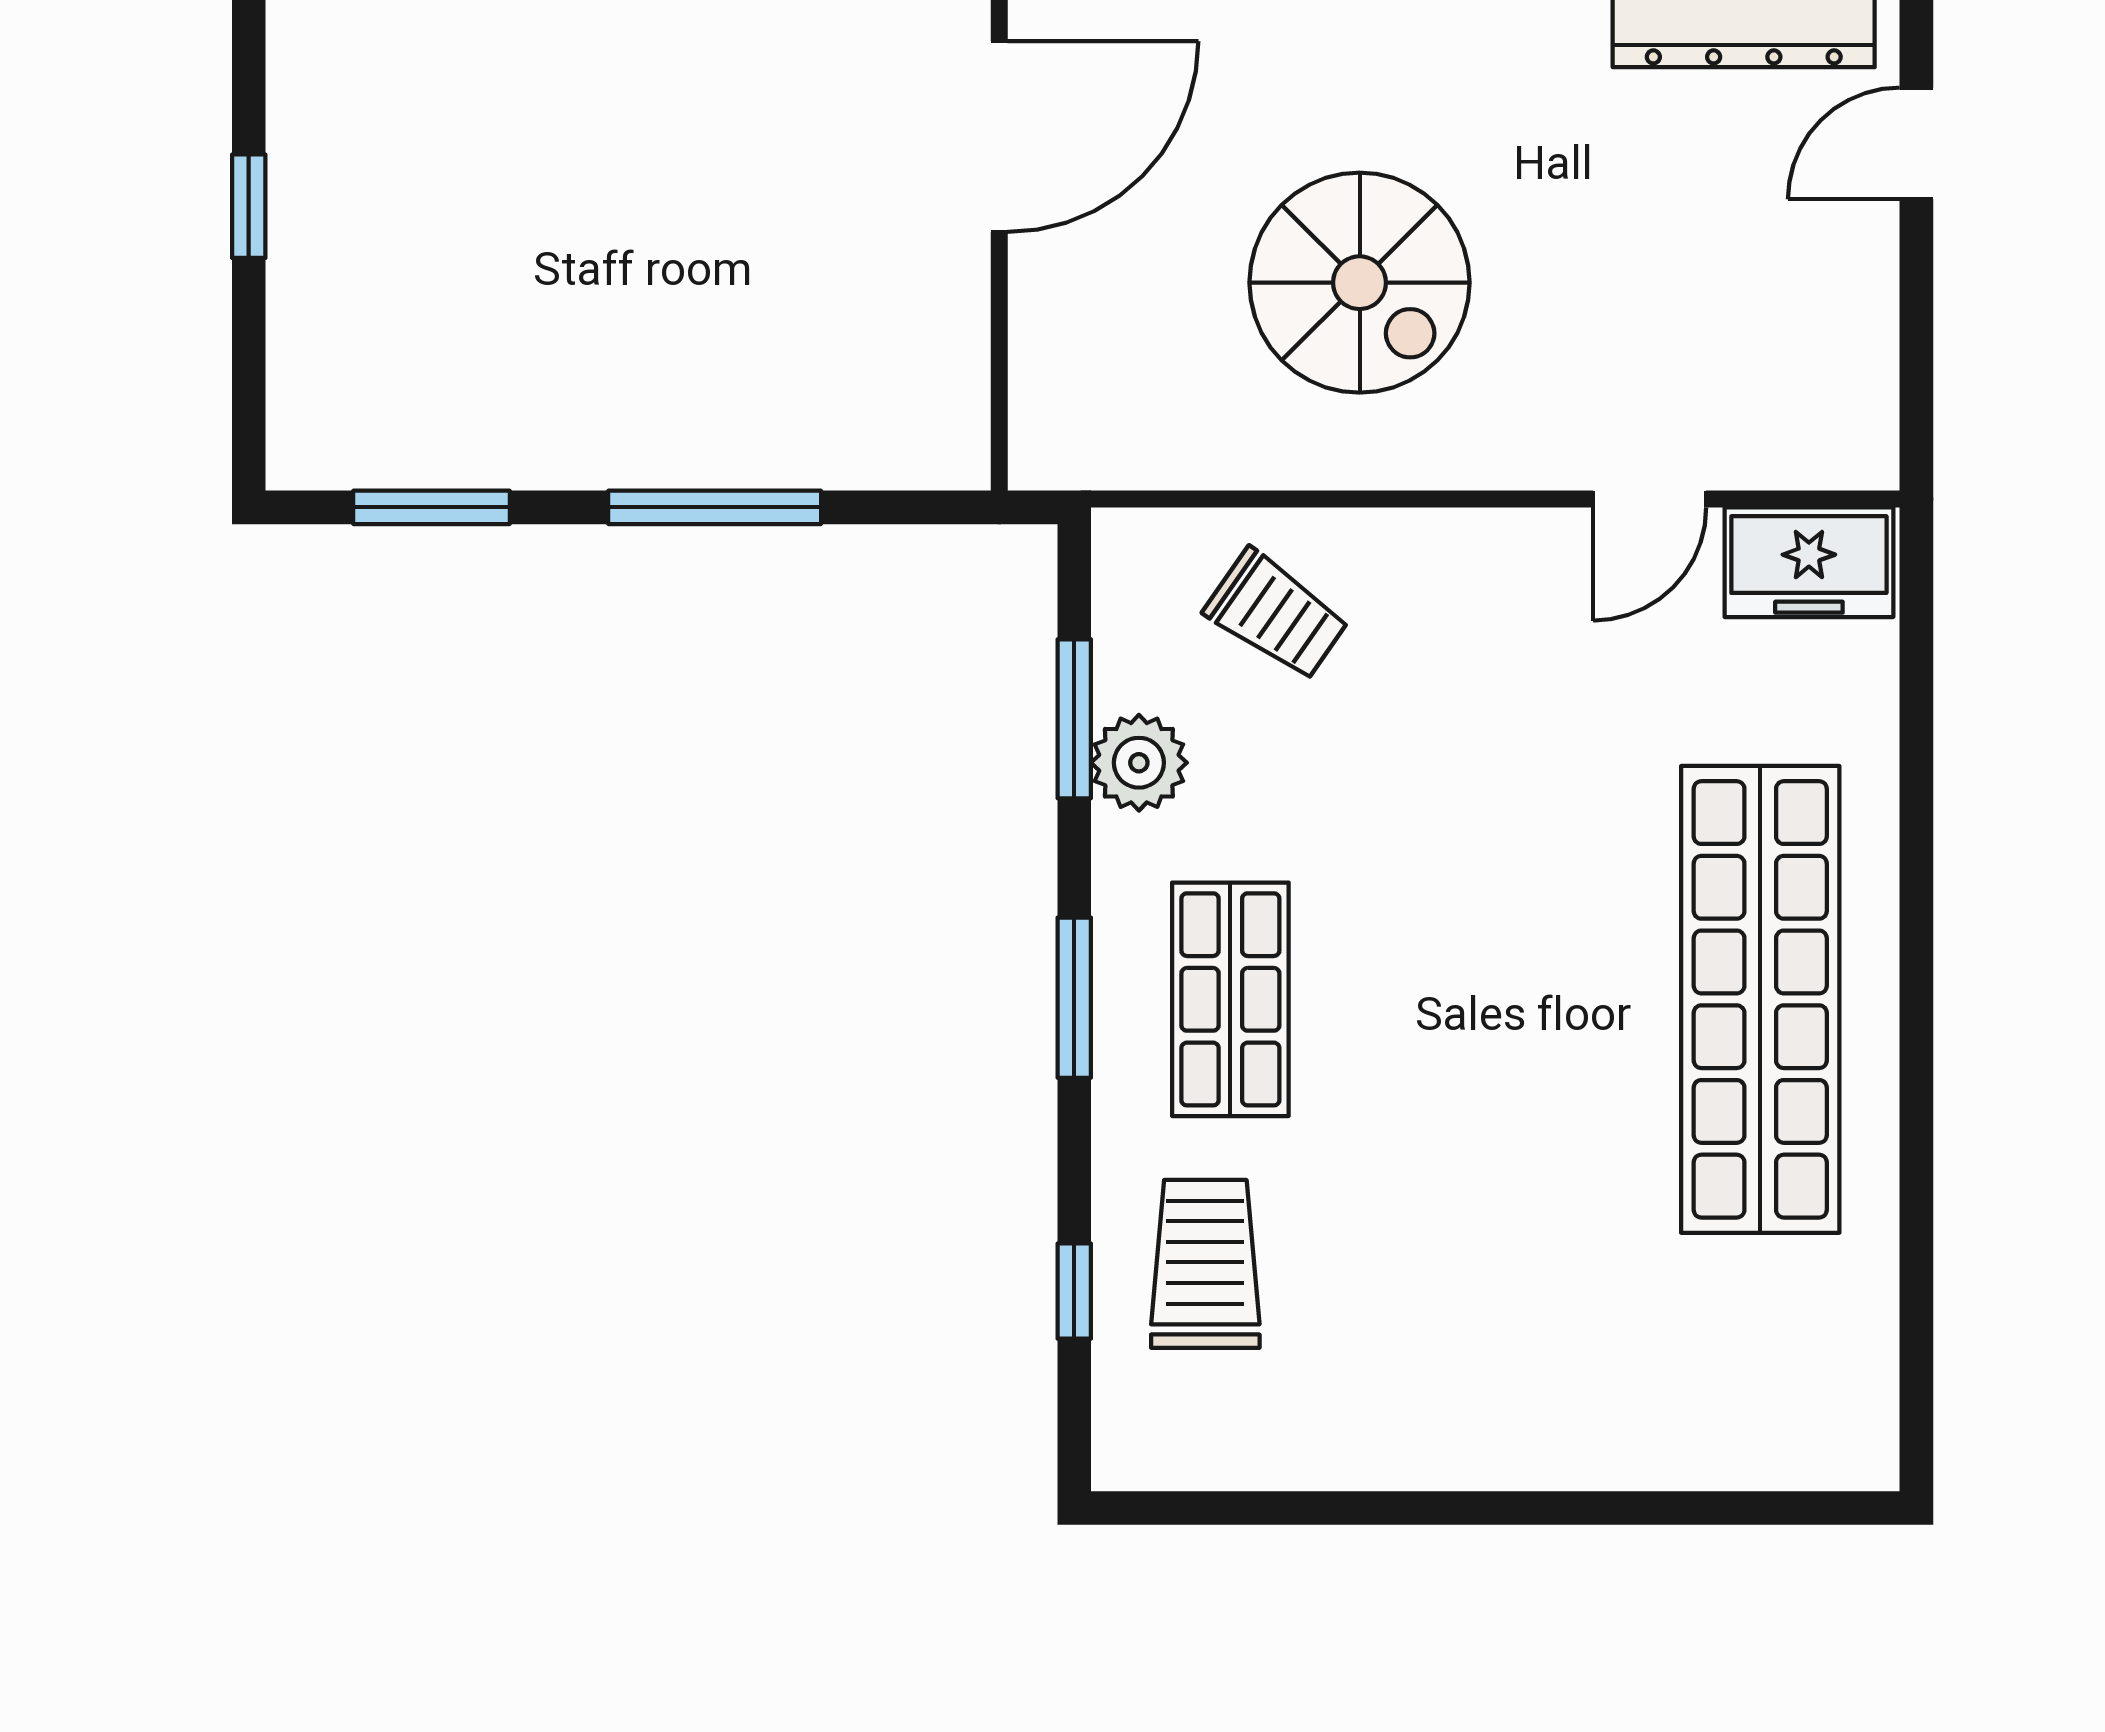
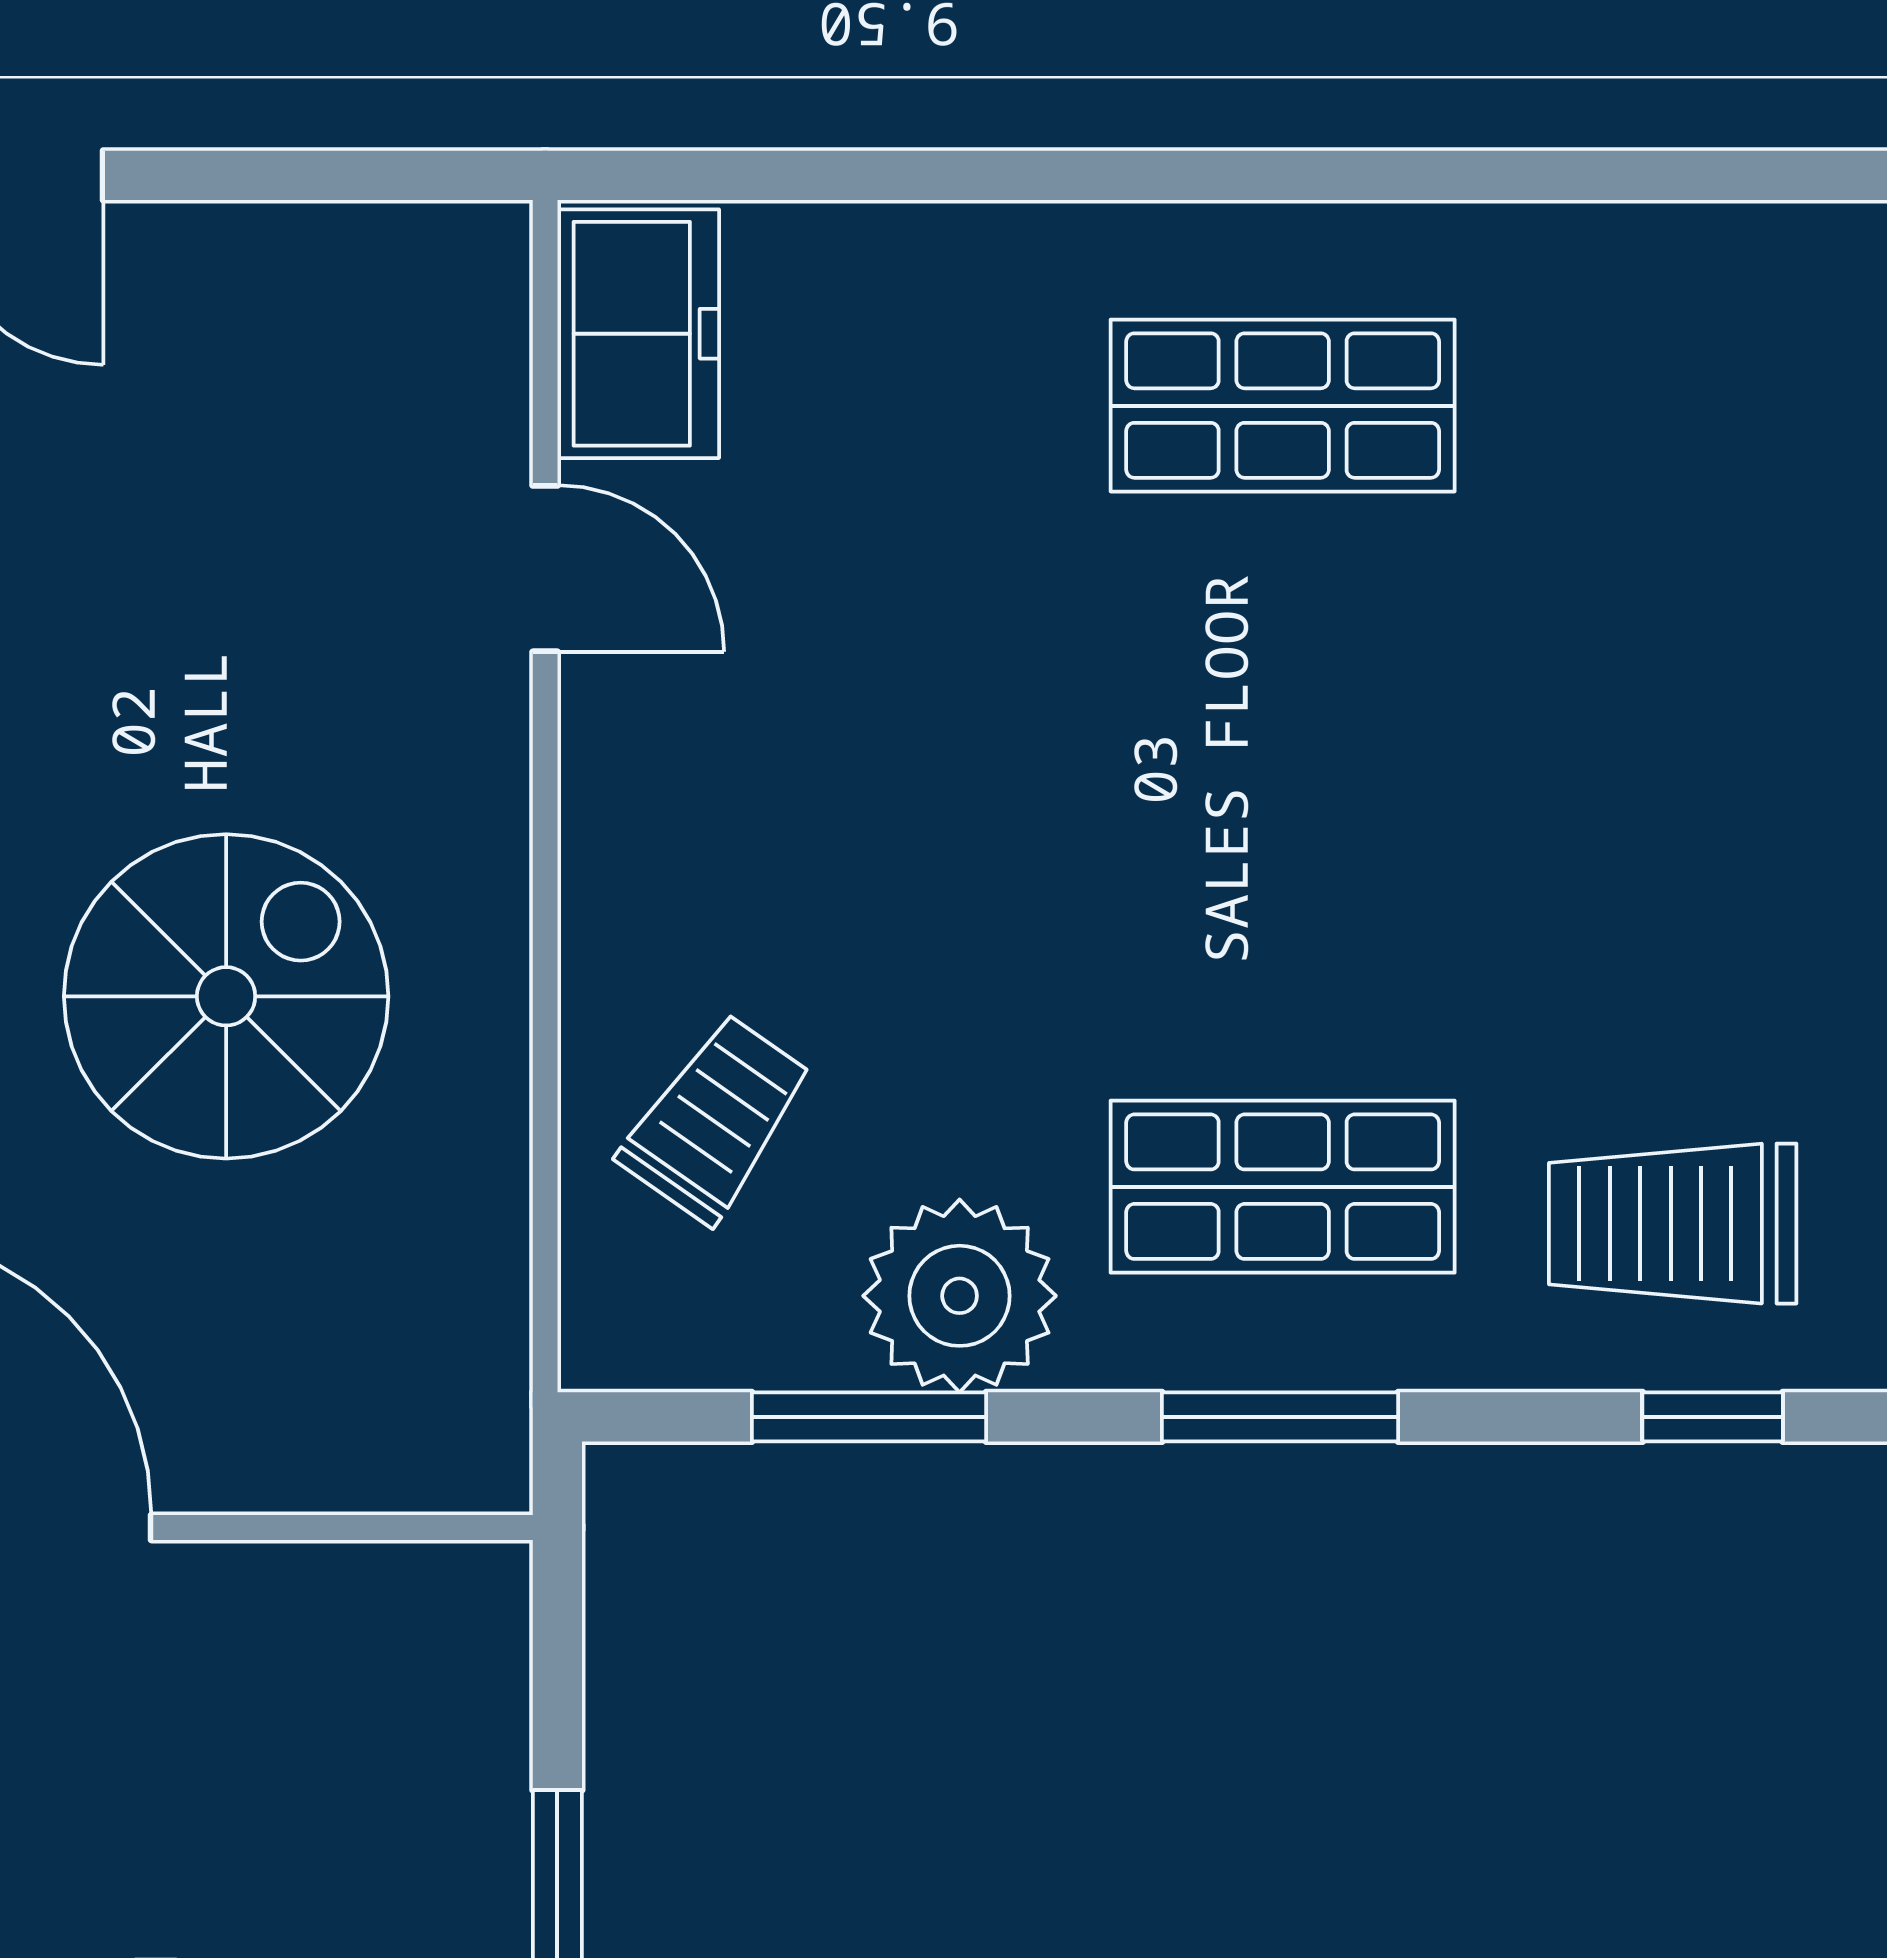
plant: (1139, 763) -> (960, 1296), width x1.36, depth x1.36
shop shelf: (1760, 999) -> (1283, 406), width x0.50, depth x0.74

